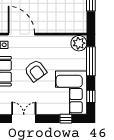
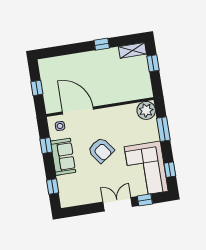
window: (91, 61) -> (163, 129), width x0.69
double door: (24, 119) -> (118, 204), moved

